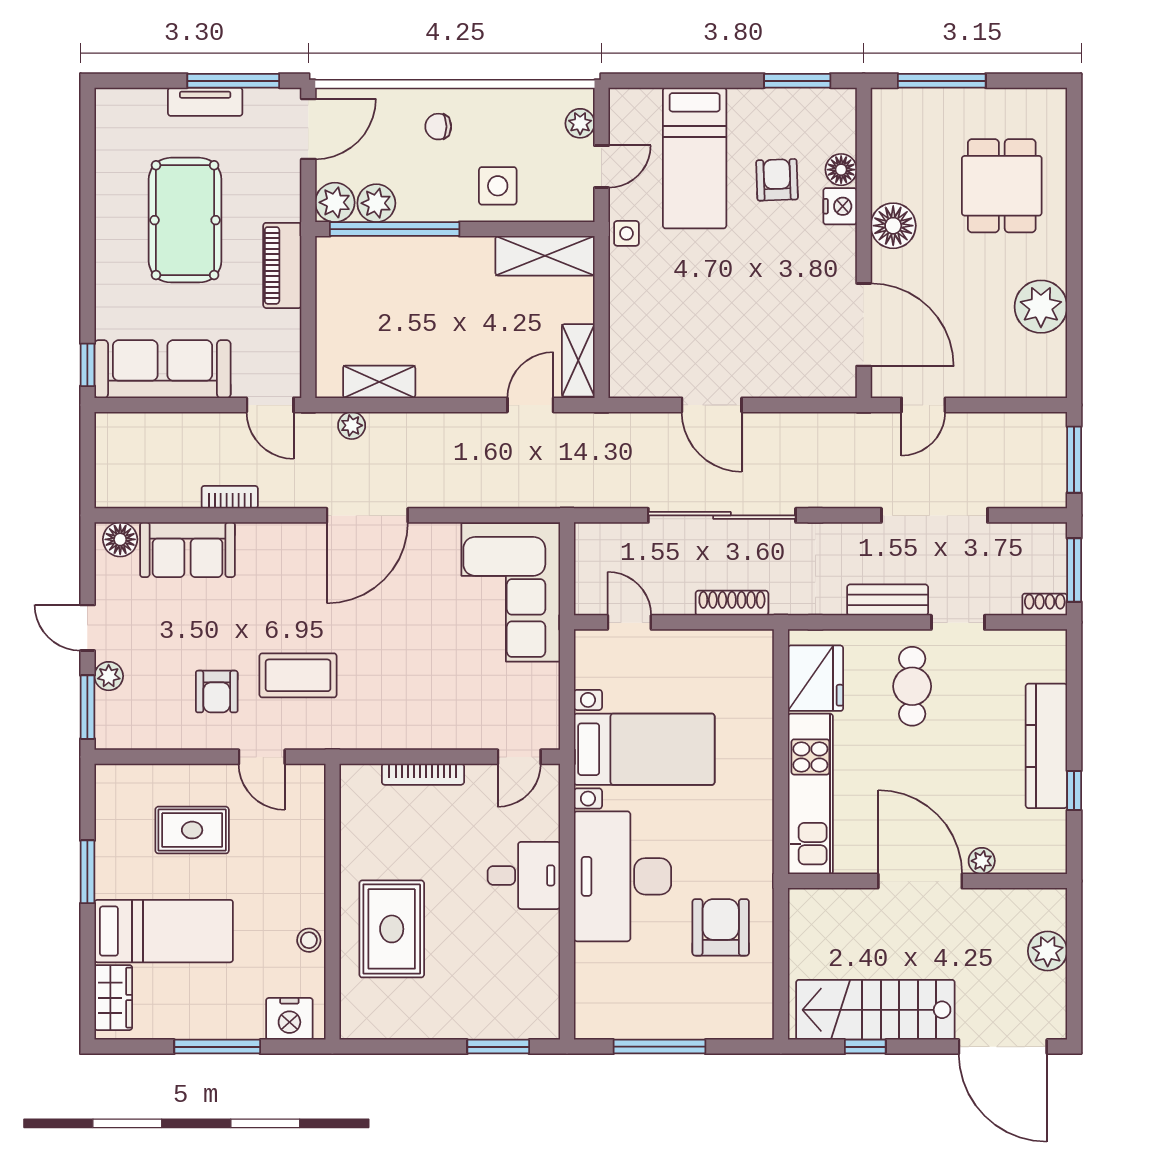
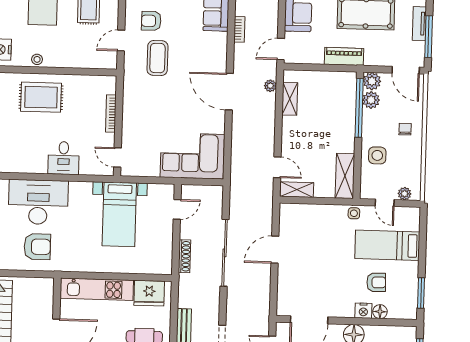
desk: (623, 876) -> (38, 202), moved

